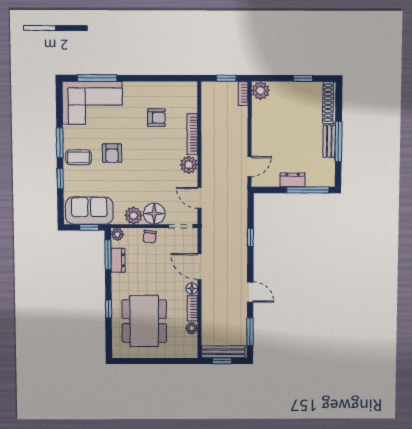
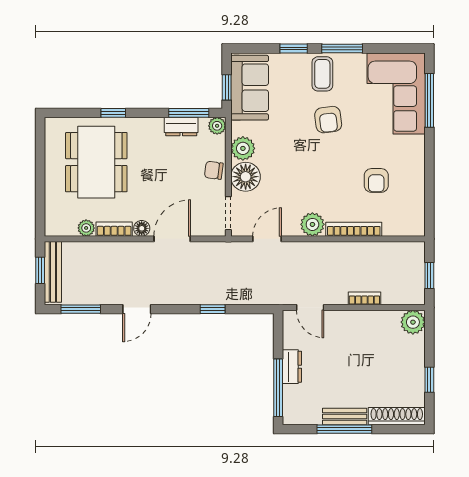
bookcase: (243, 94) -> (364, 298), moved
armchair: (112, 153) -> (328, 120), turned -97
dining table: (144, 321) -> (96, 162), turned 90

